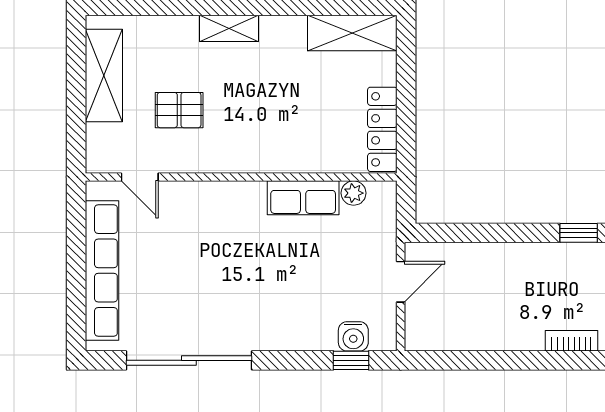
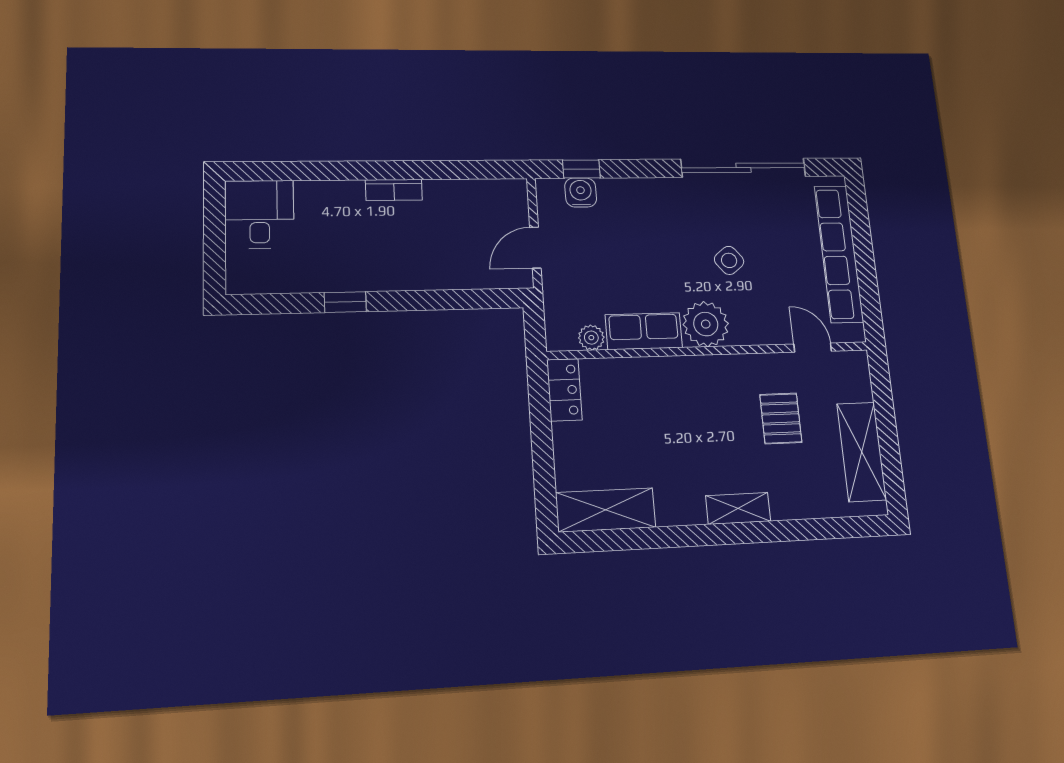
pallet: (179, 110) -> (781, 418), turned 90
locker: (382, 129) -> (564, 390), width x0.66
plant: (243, 203) -> (706, 324), added
side table: (213, 266) -> (729, 260), added
bookcase: (571, 341) -> (394, 190), moved

